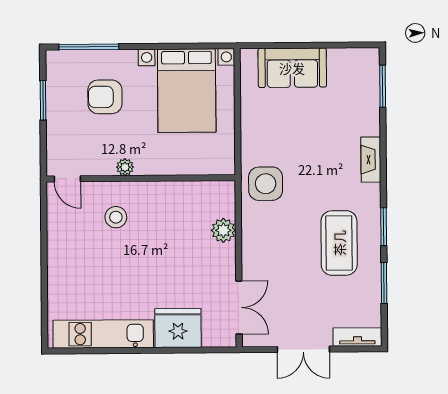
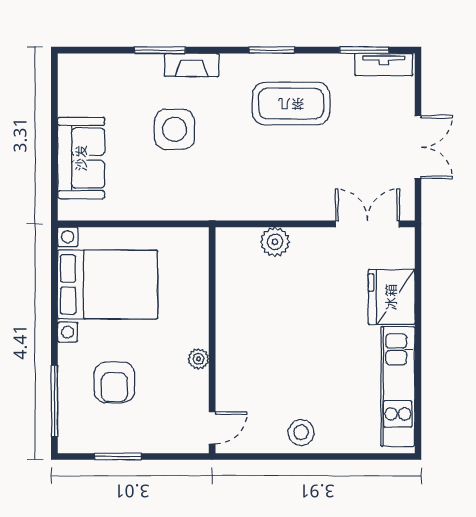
window: (383, 86) -> (160, 50), moved
side table: (266, 184) -> (175, 129), moved
stool: (116, 217) -> (301, 432), moved
window: (384, 283) -> (364, 50), moved
tv unit: (357, 337) -> (384, 64), moved, turned -90

